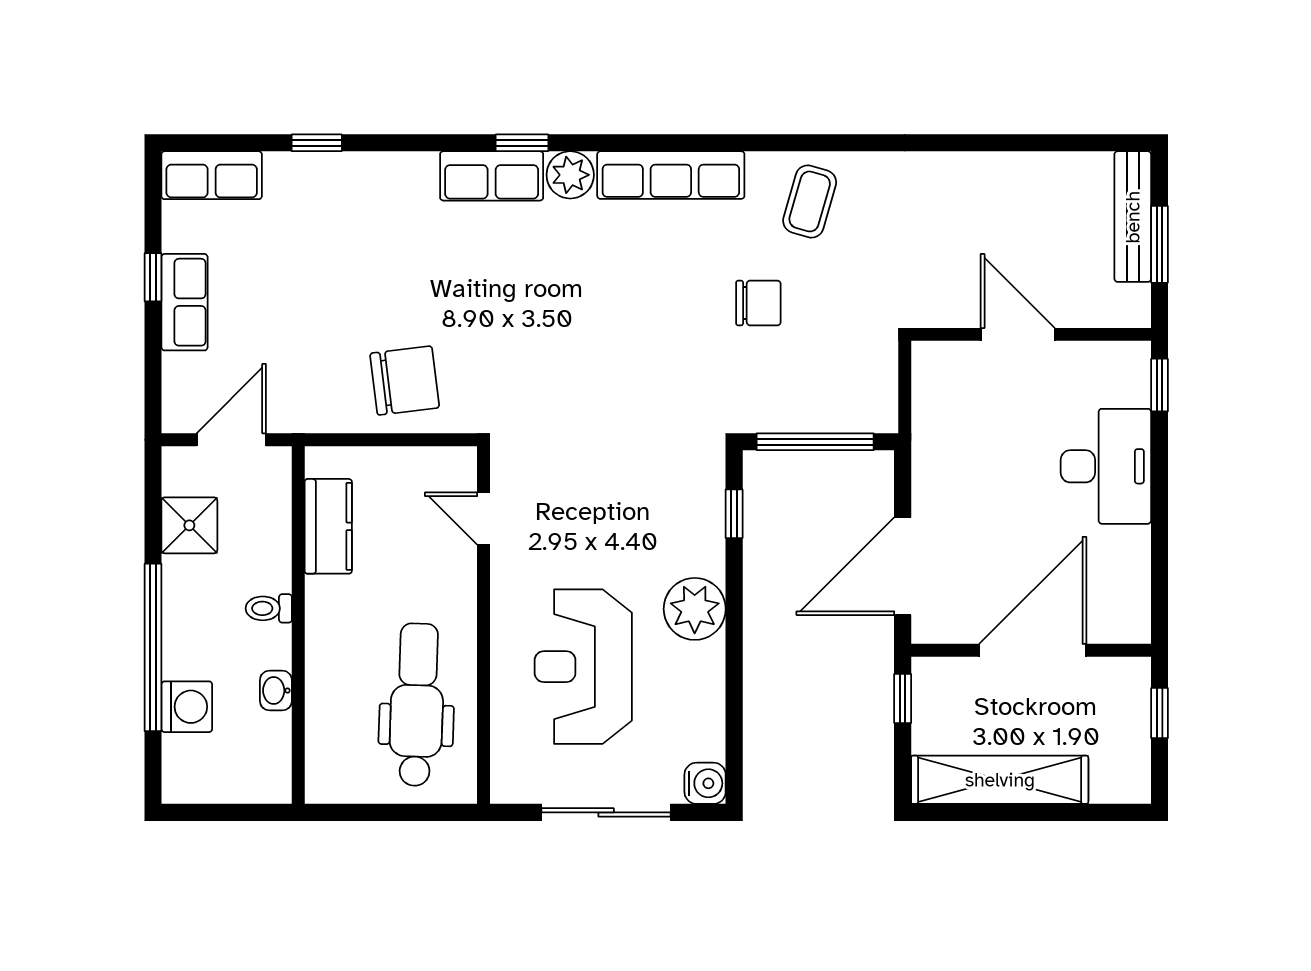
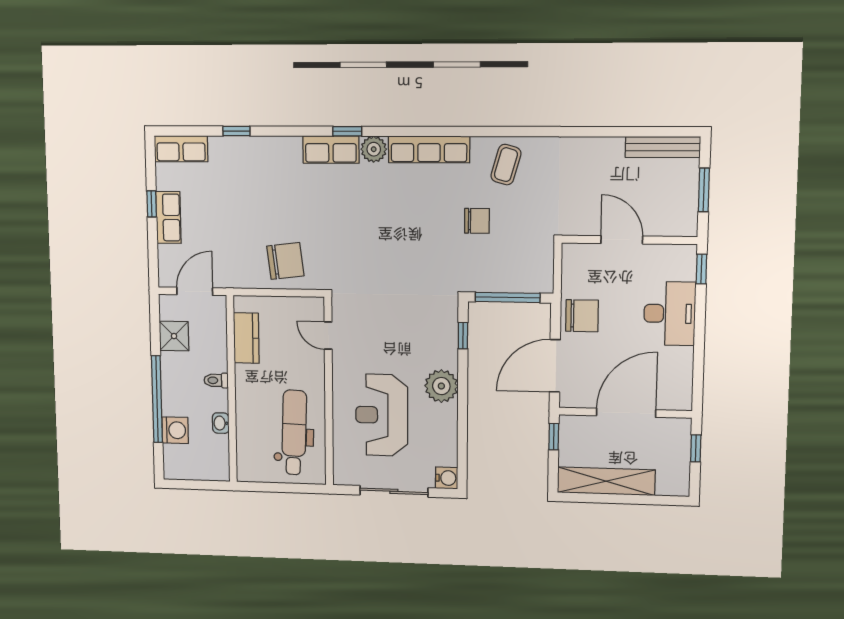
bench: (1133, 217) -> (663, 147), moved, turned 90
chair: (950, 473) -> (582, 316), added

